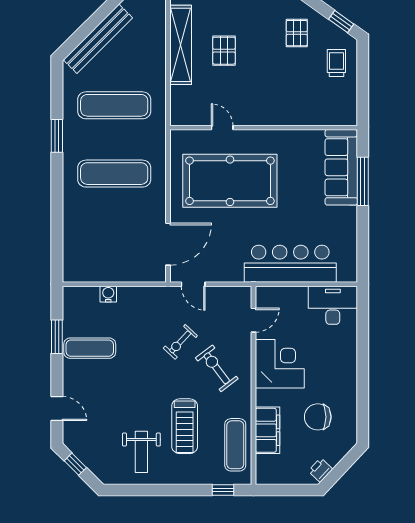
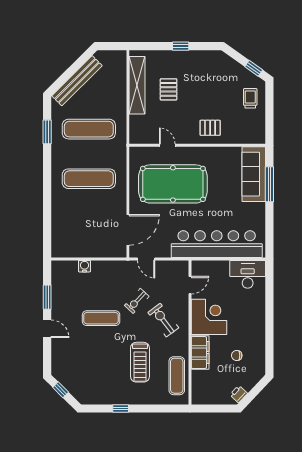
pallet: (297, 33) -> (210, 128), moved, turned 90
window: (57, 136) -> (47, 132), moved
bar counter: (290, 264) -> (217, 244), width x1.36
exercise mat: (90, 348) -> (101, 318), moved
door: (57, 409) -> (47, 329), moved
chair: (318, 417) -> (237, 355), width x0.54, depth x0.54
filing cabinet: (267, 430) -> (200, 353), moved
weight bench: (141, 452) -> (109, 381), removed
window: (223, 490) -> (121, 408), moved

